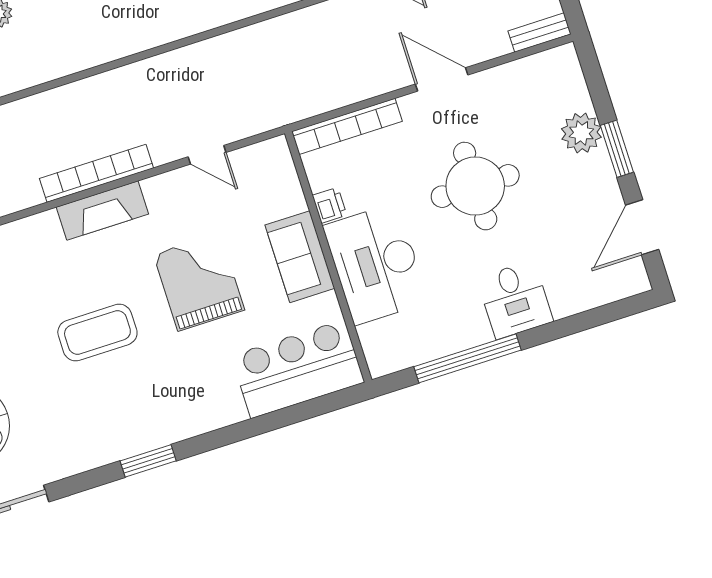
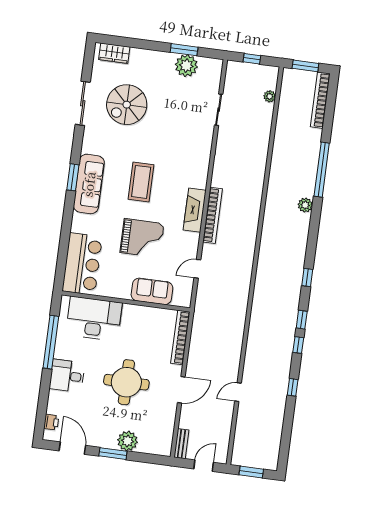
printer: (330, 205) -> (51, 422), moved, turned -90
sofa: (300, 257) -> (152, 291), moved
desk: (376, 264) -> (94, 319), moved
sofa: (146, 426) -> (89, 184), added

